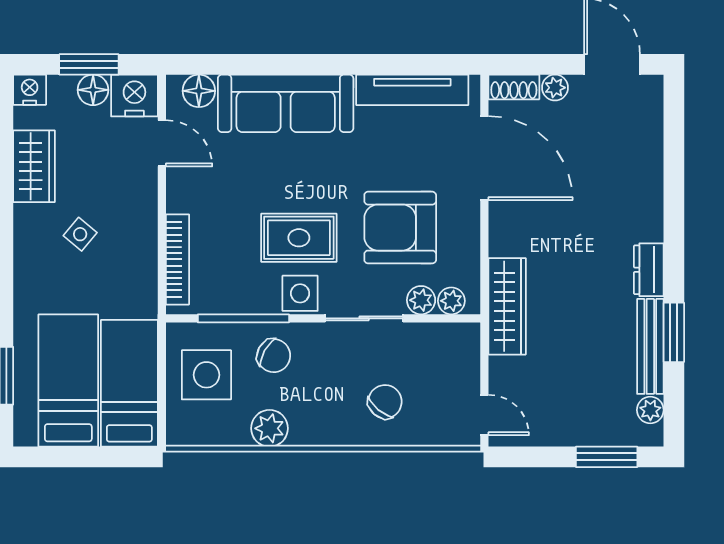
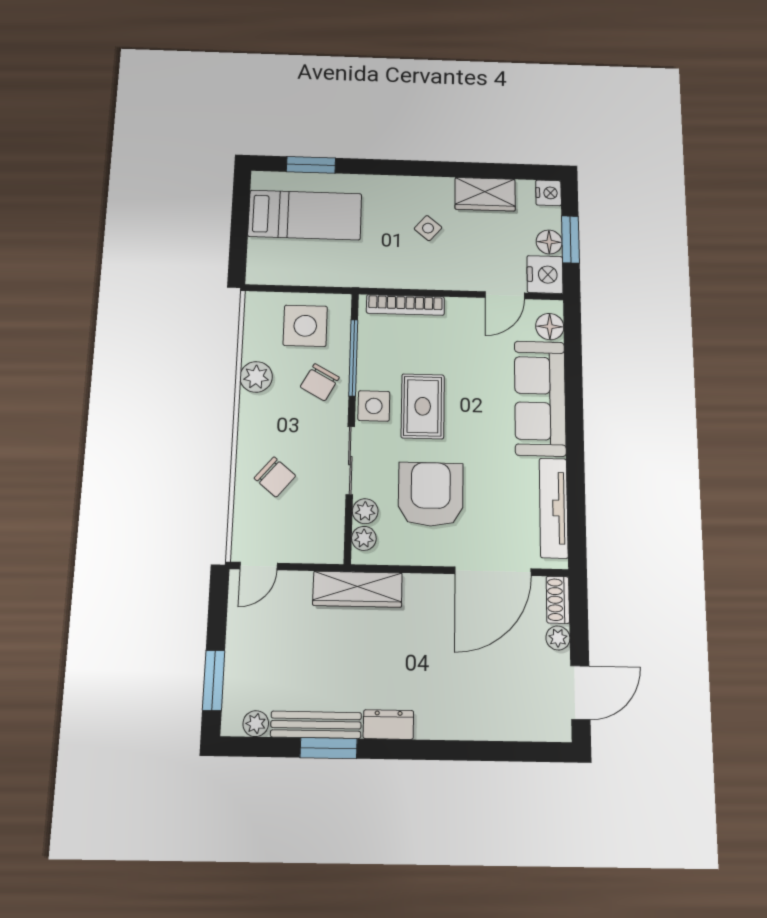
bed: (129, 383) -> (300, 263), removed

